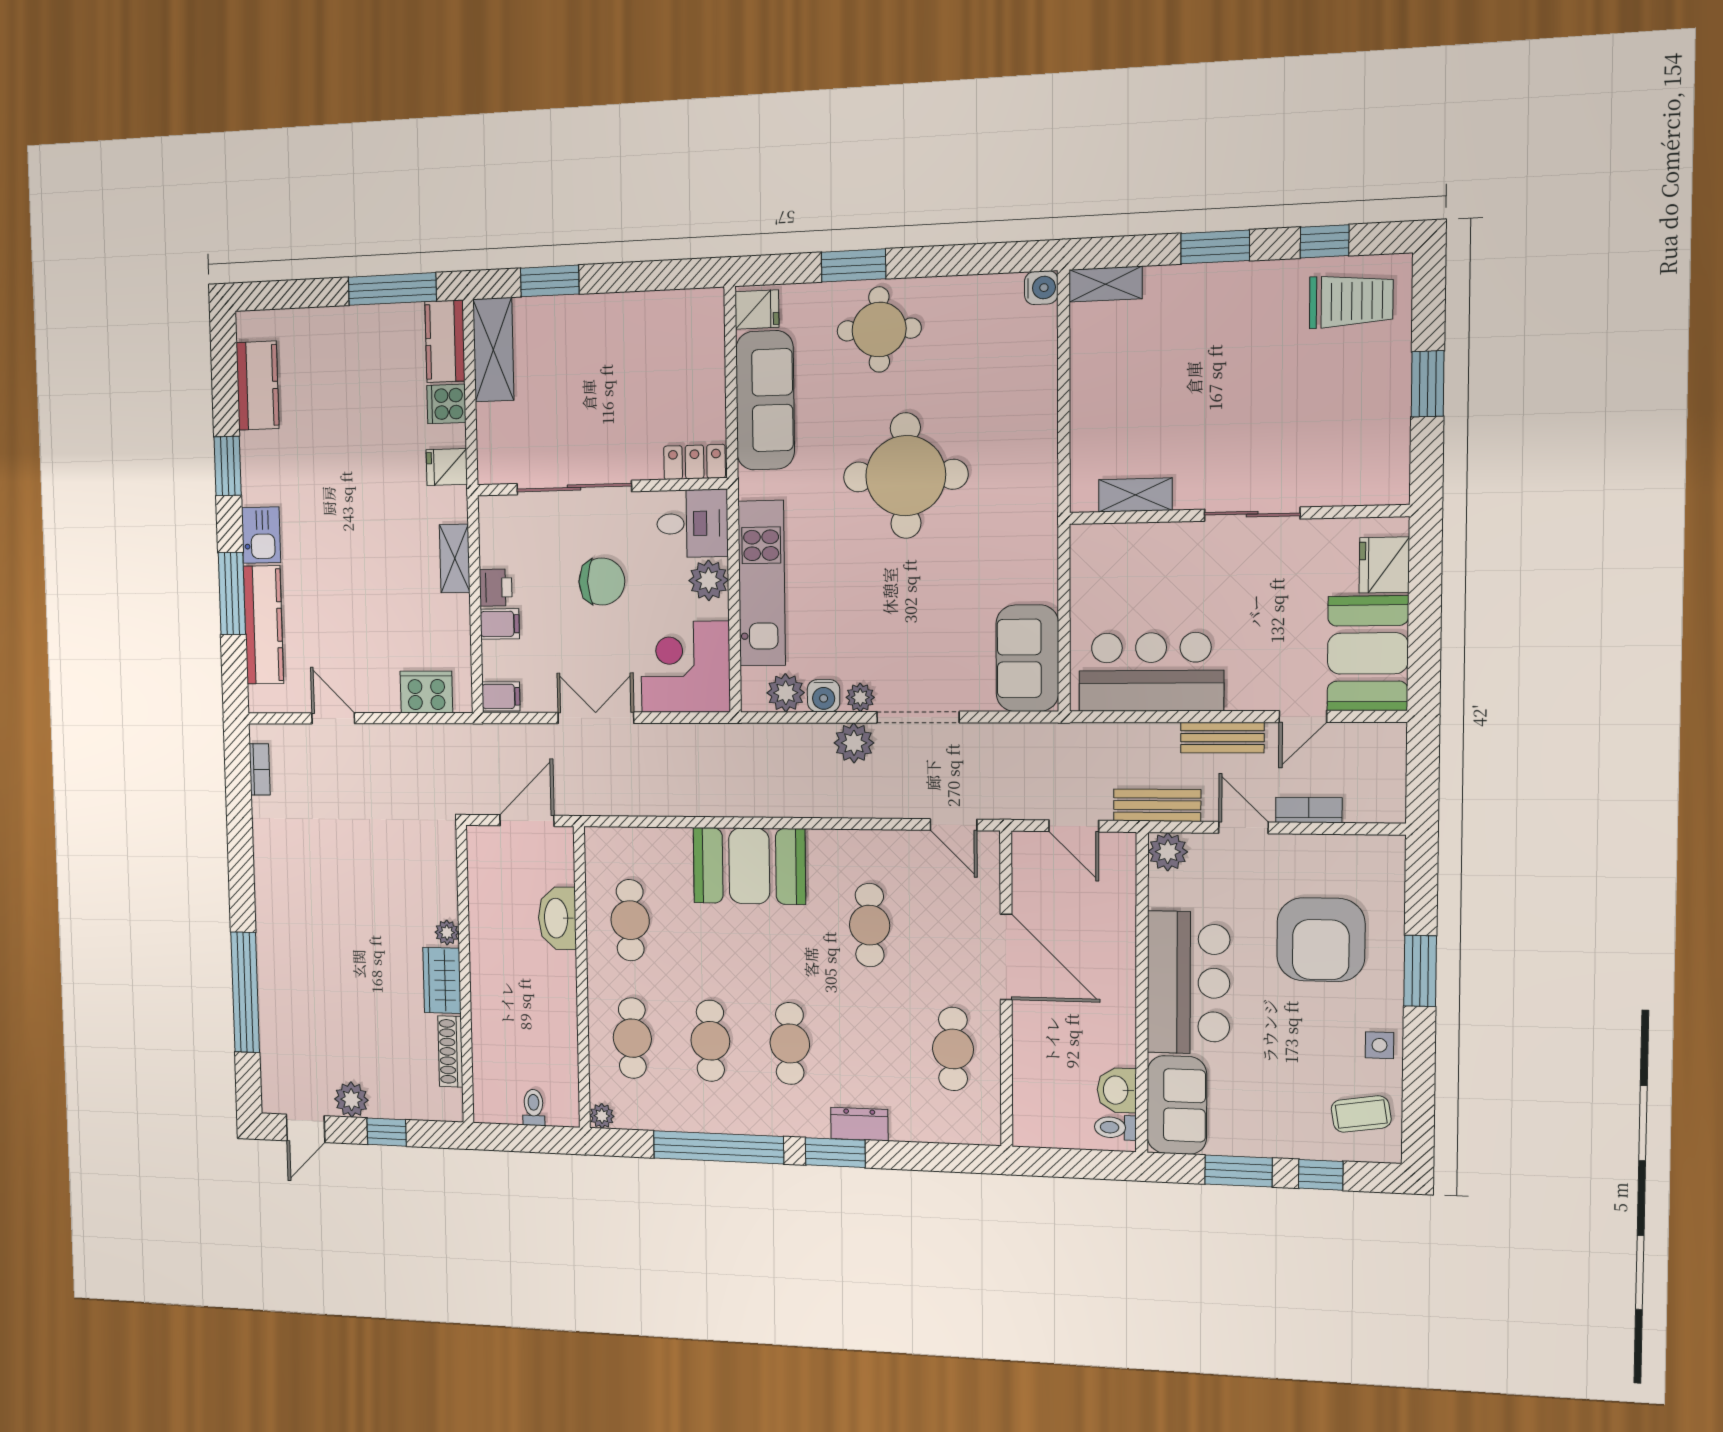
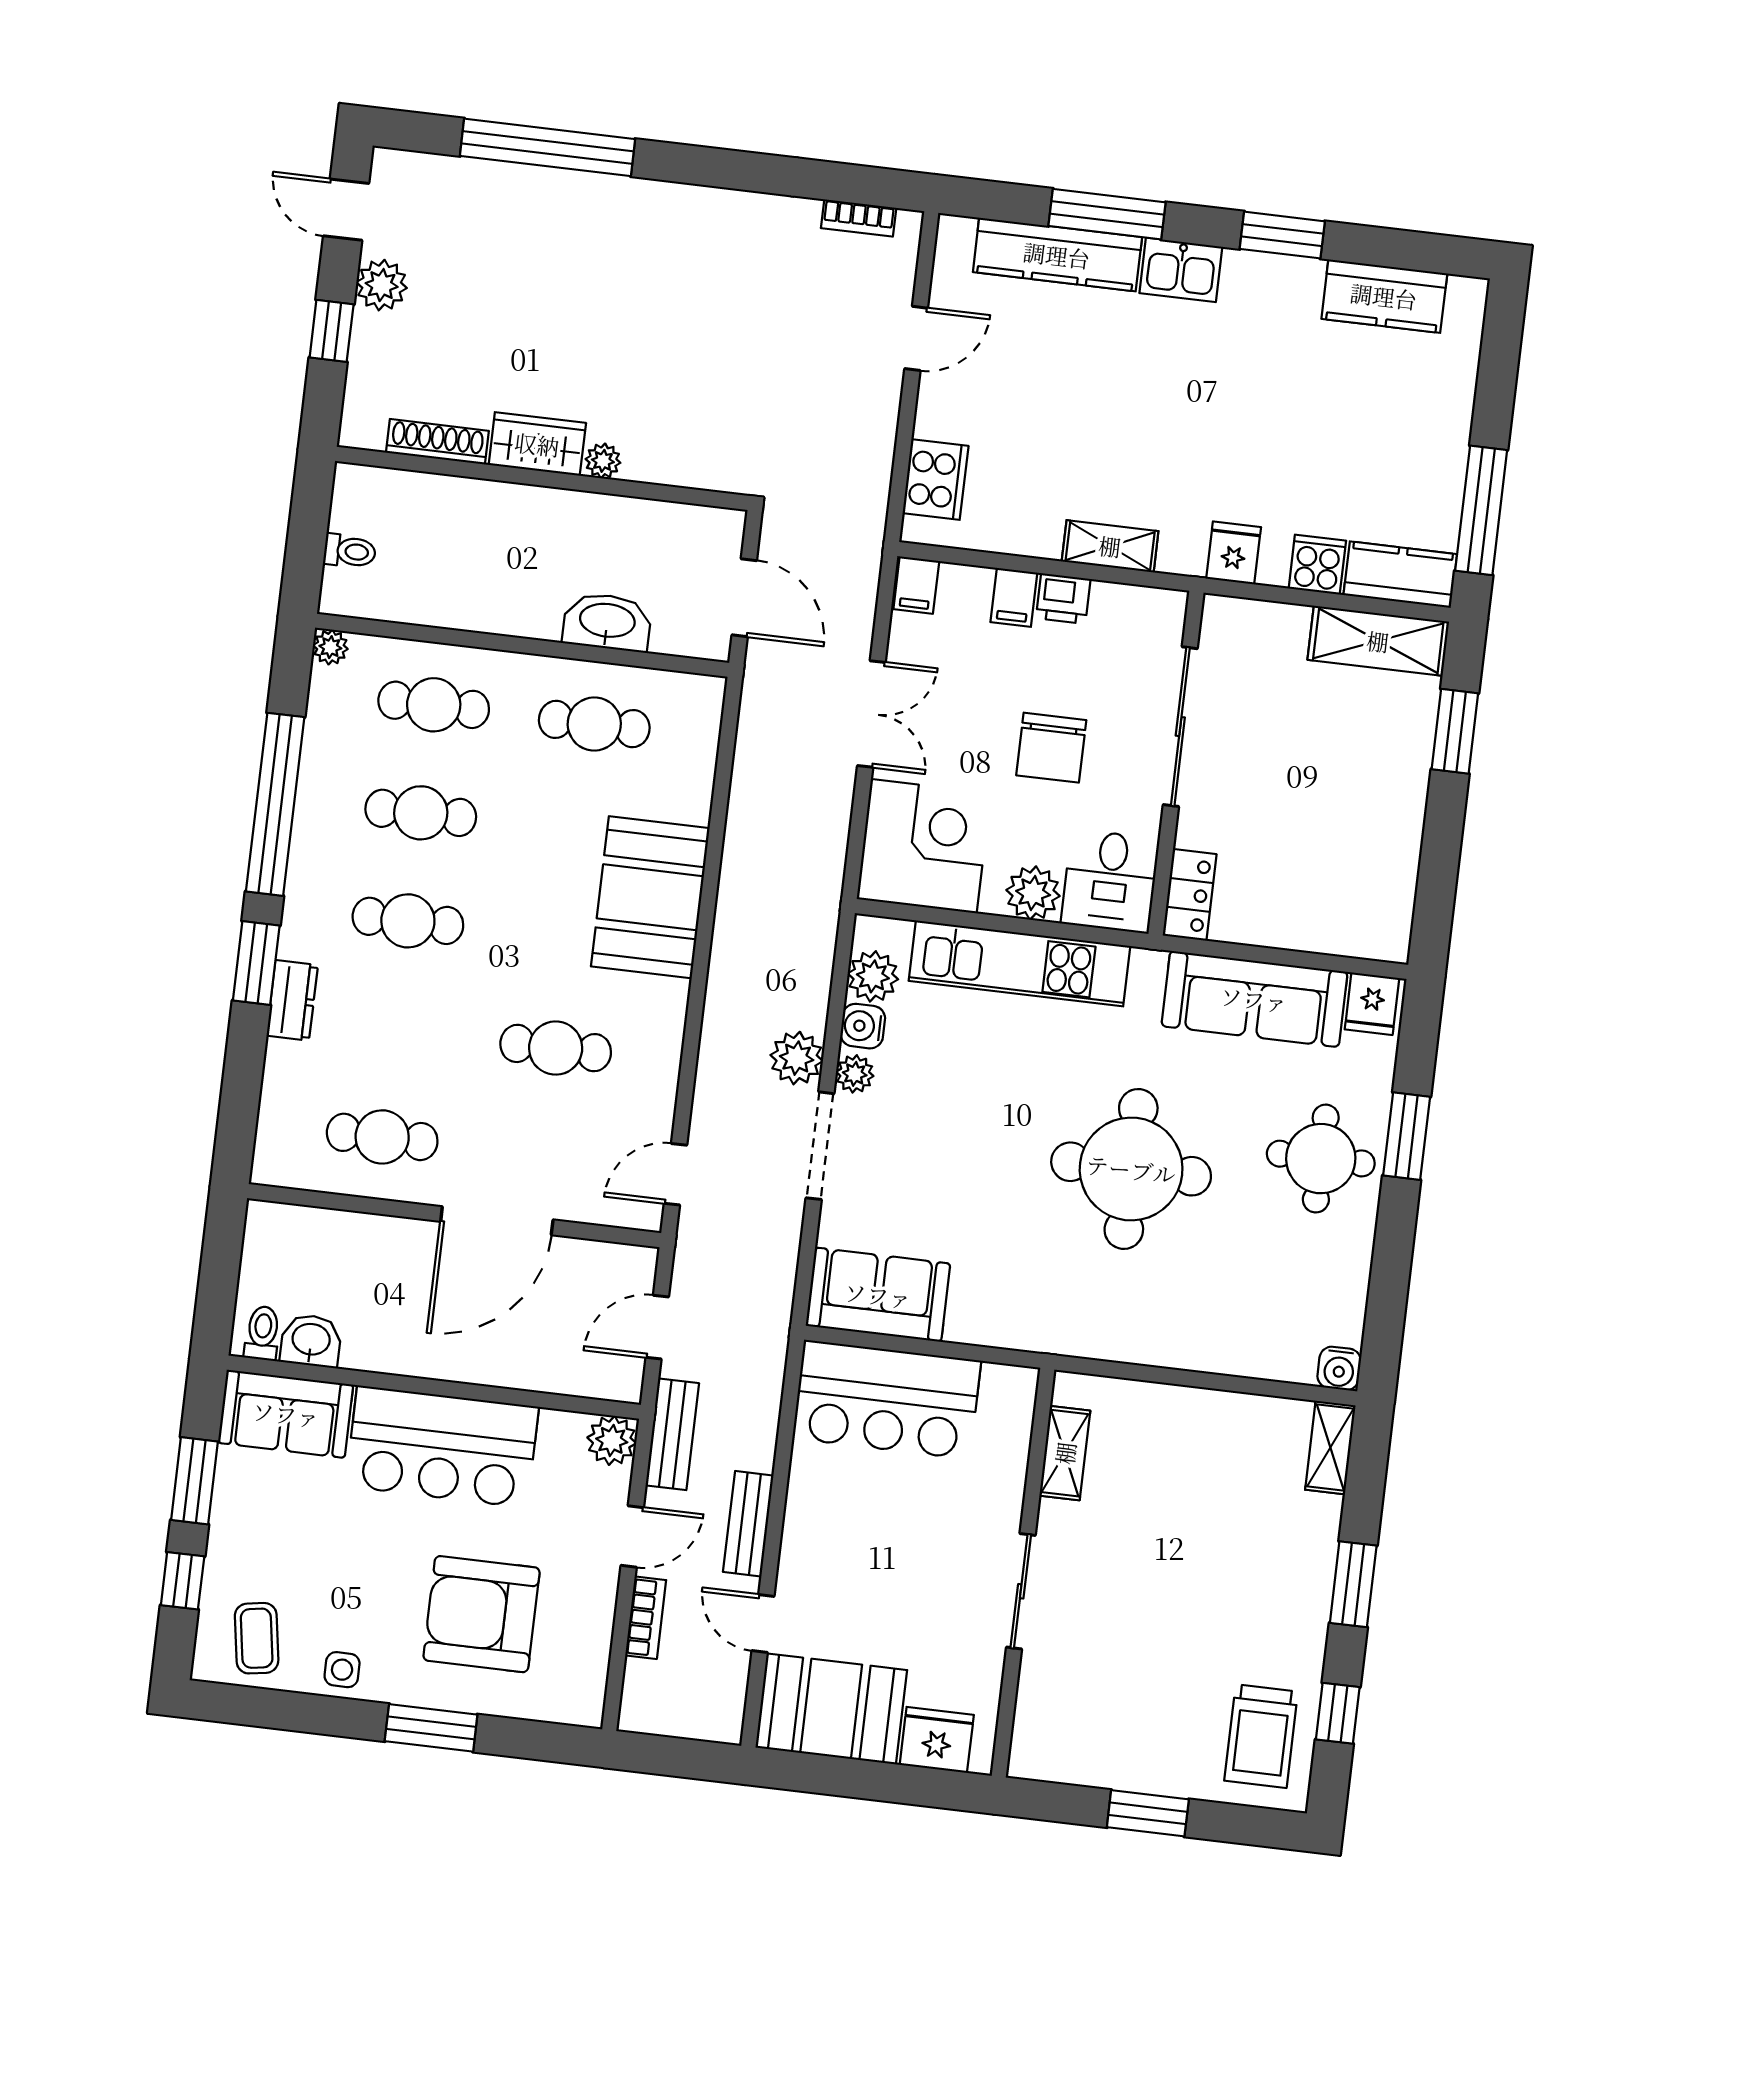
bar counter: (1151, 672) -> (887, 1400), moved, turned 90

